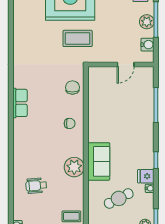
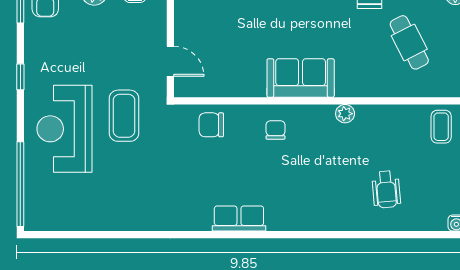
door: (126, 64) -> (170, 61), moved
sofa: (99, 161) -> (301, 78), moved
plant: (74, 167) -> (345, 114), width x0.53, depth x0.53

